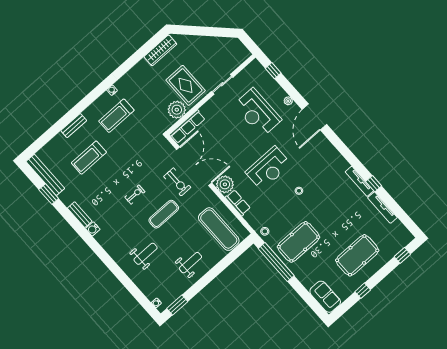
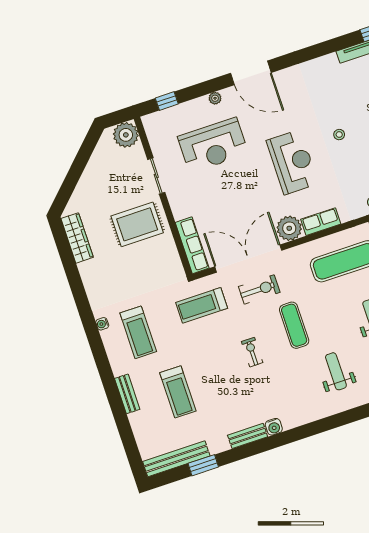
plant: (177, 110) -> (126, 135), moved
treadmill: (151, 149) -> (202, 305), added

